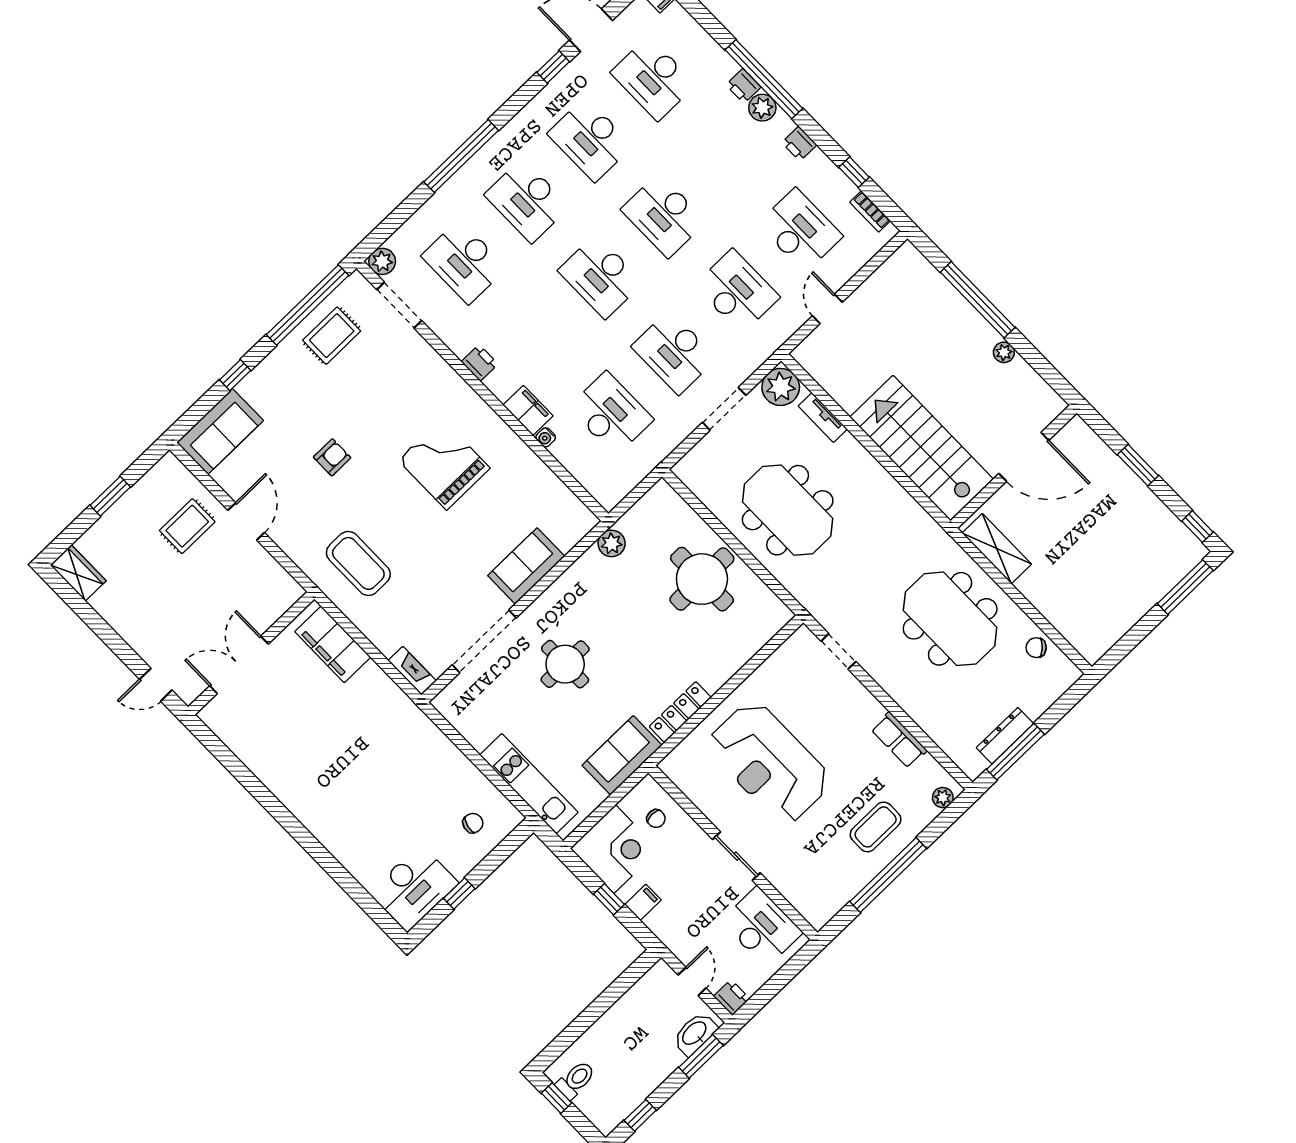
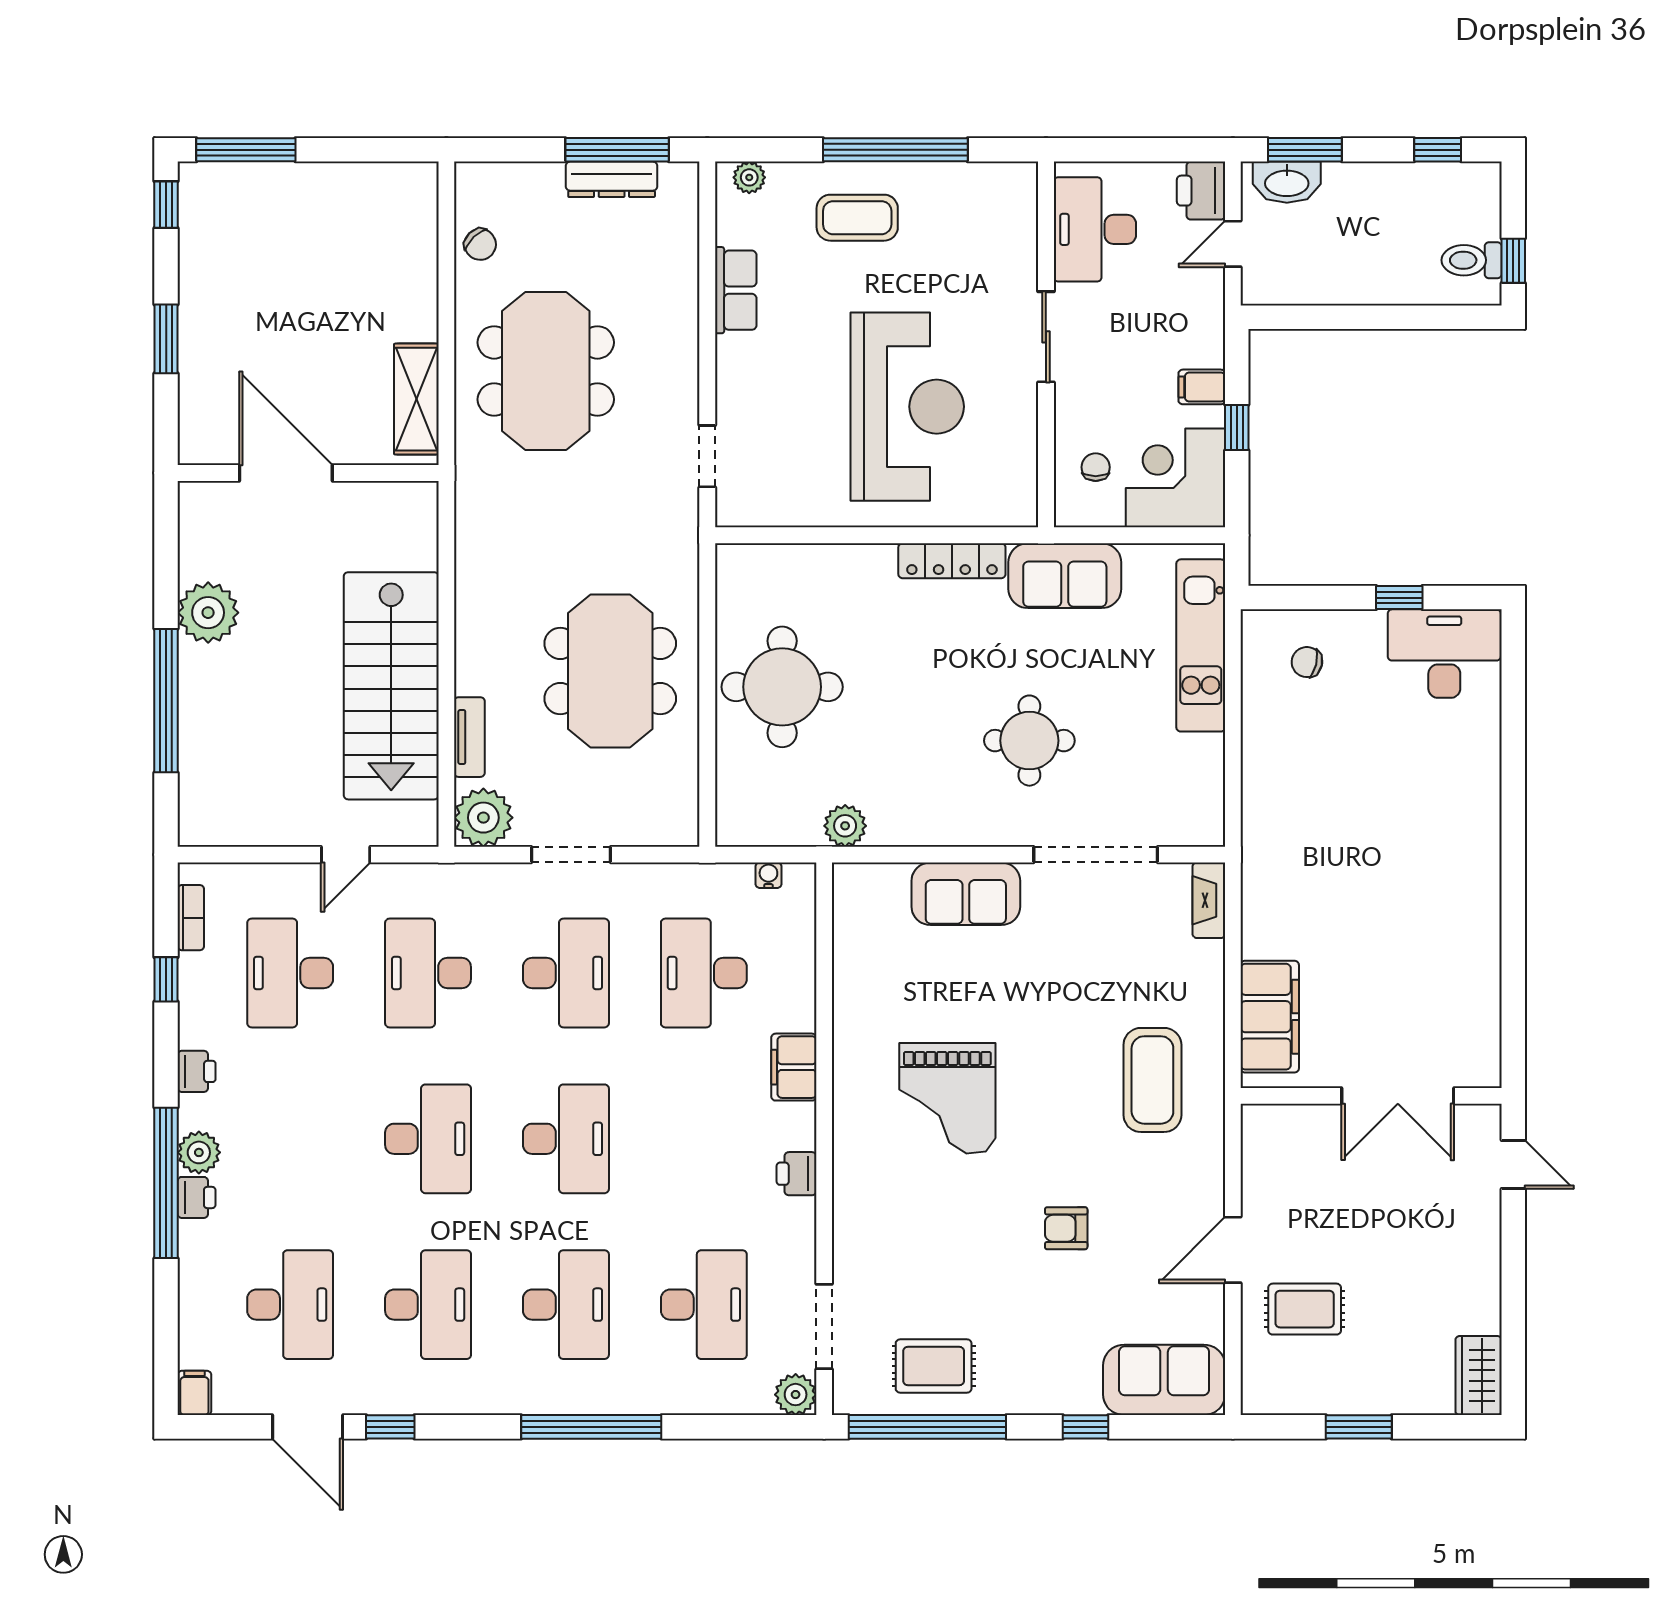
plant: (1004, 352) -> (208, 613), width x1.88, depth x1.88
water cooler: (546, 437) -> (768, 875), moved, turned -90
stairs: (922, 448) -> (391, 686), moved
printer: (732, 997) -> (1201, 191), width x1.36, depth x1.24

